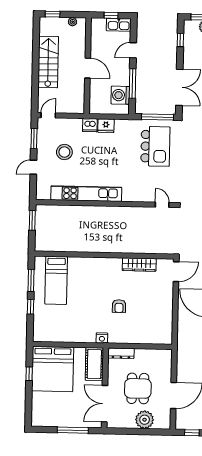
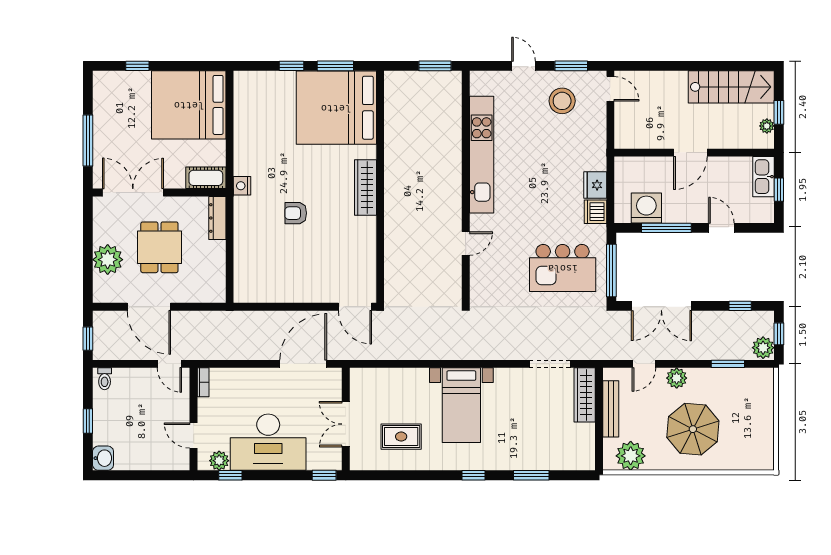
window: (53, 14) -> (779, 112), moved
kitchen sink: (119, 25) -> (763, 177), moved
stairs: (48, 62) -> (731, 87), moved
dishwasher: (90, 125) -> (596, 212), moved
stool: (64, 152) -> (562, 101), moved
door: (162, 205) -> (466, 243), moved
wardrobe: (139, 265) -> (365, 187), moved
bed: (56, 280) -> (336, 108), width x2.04
cot: (94, 364) -> (206, 178), width x0.73, depth x0.75
window: (29, 374) -> (137, 66), moved
dining table: (138, 388) -> (159, 247), turned 90

